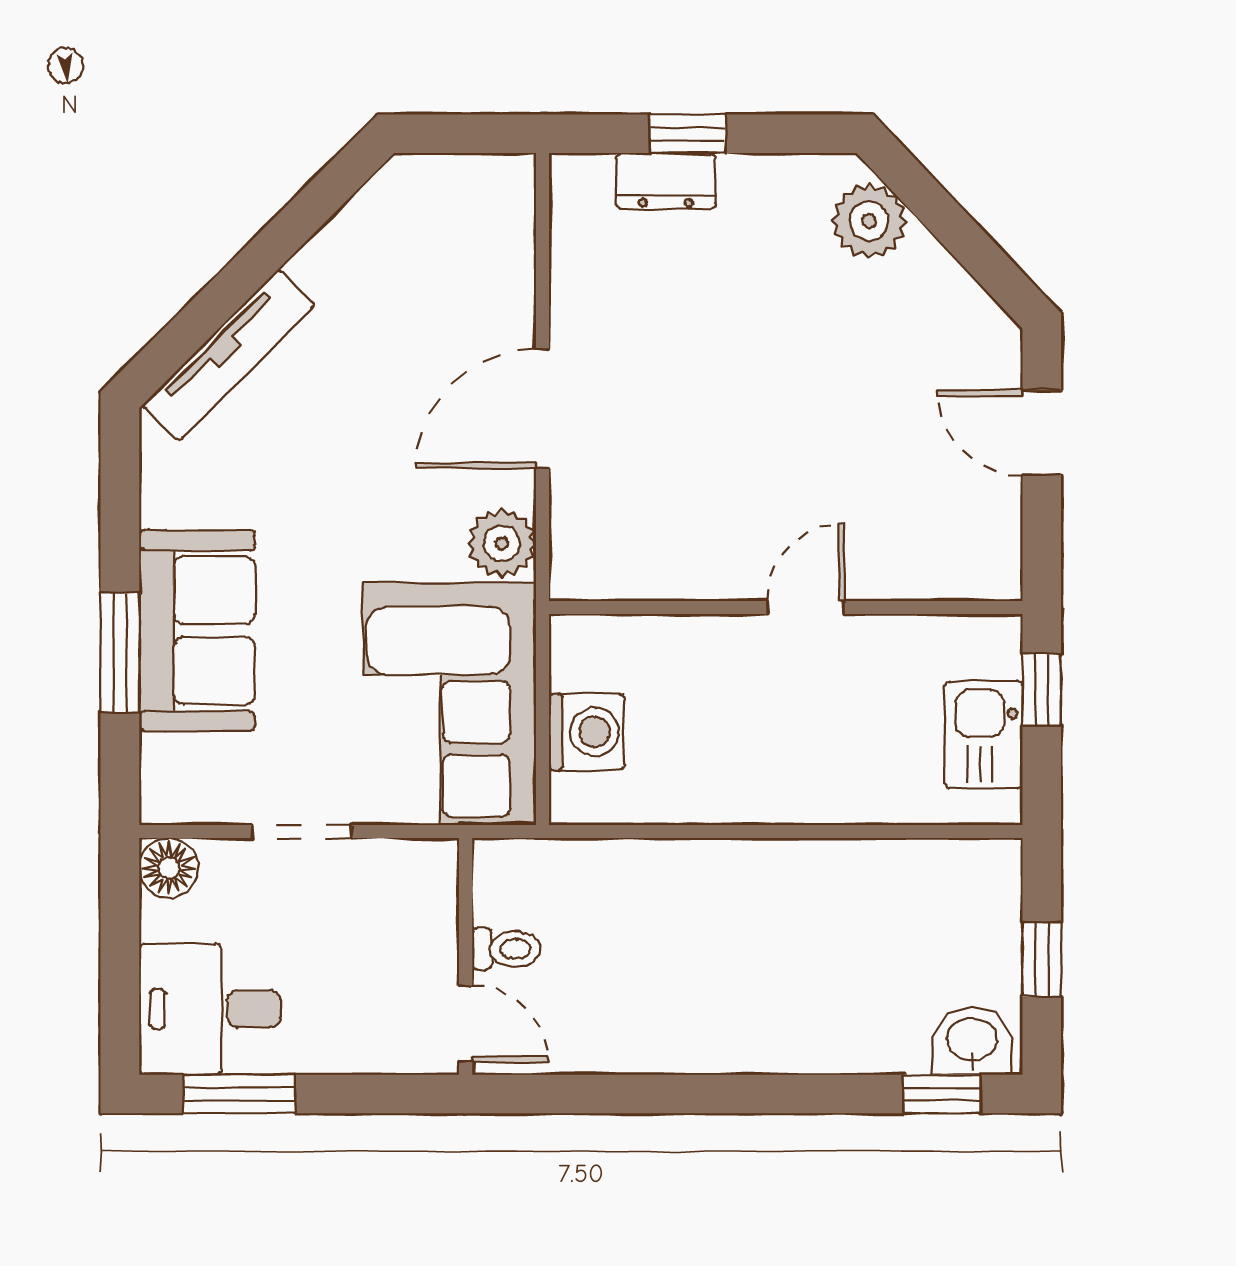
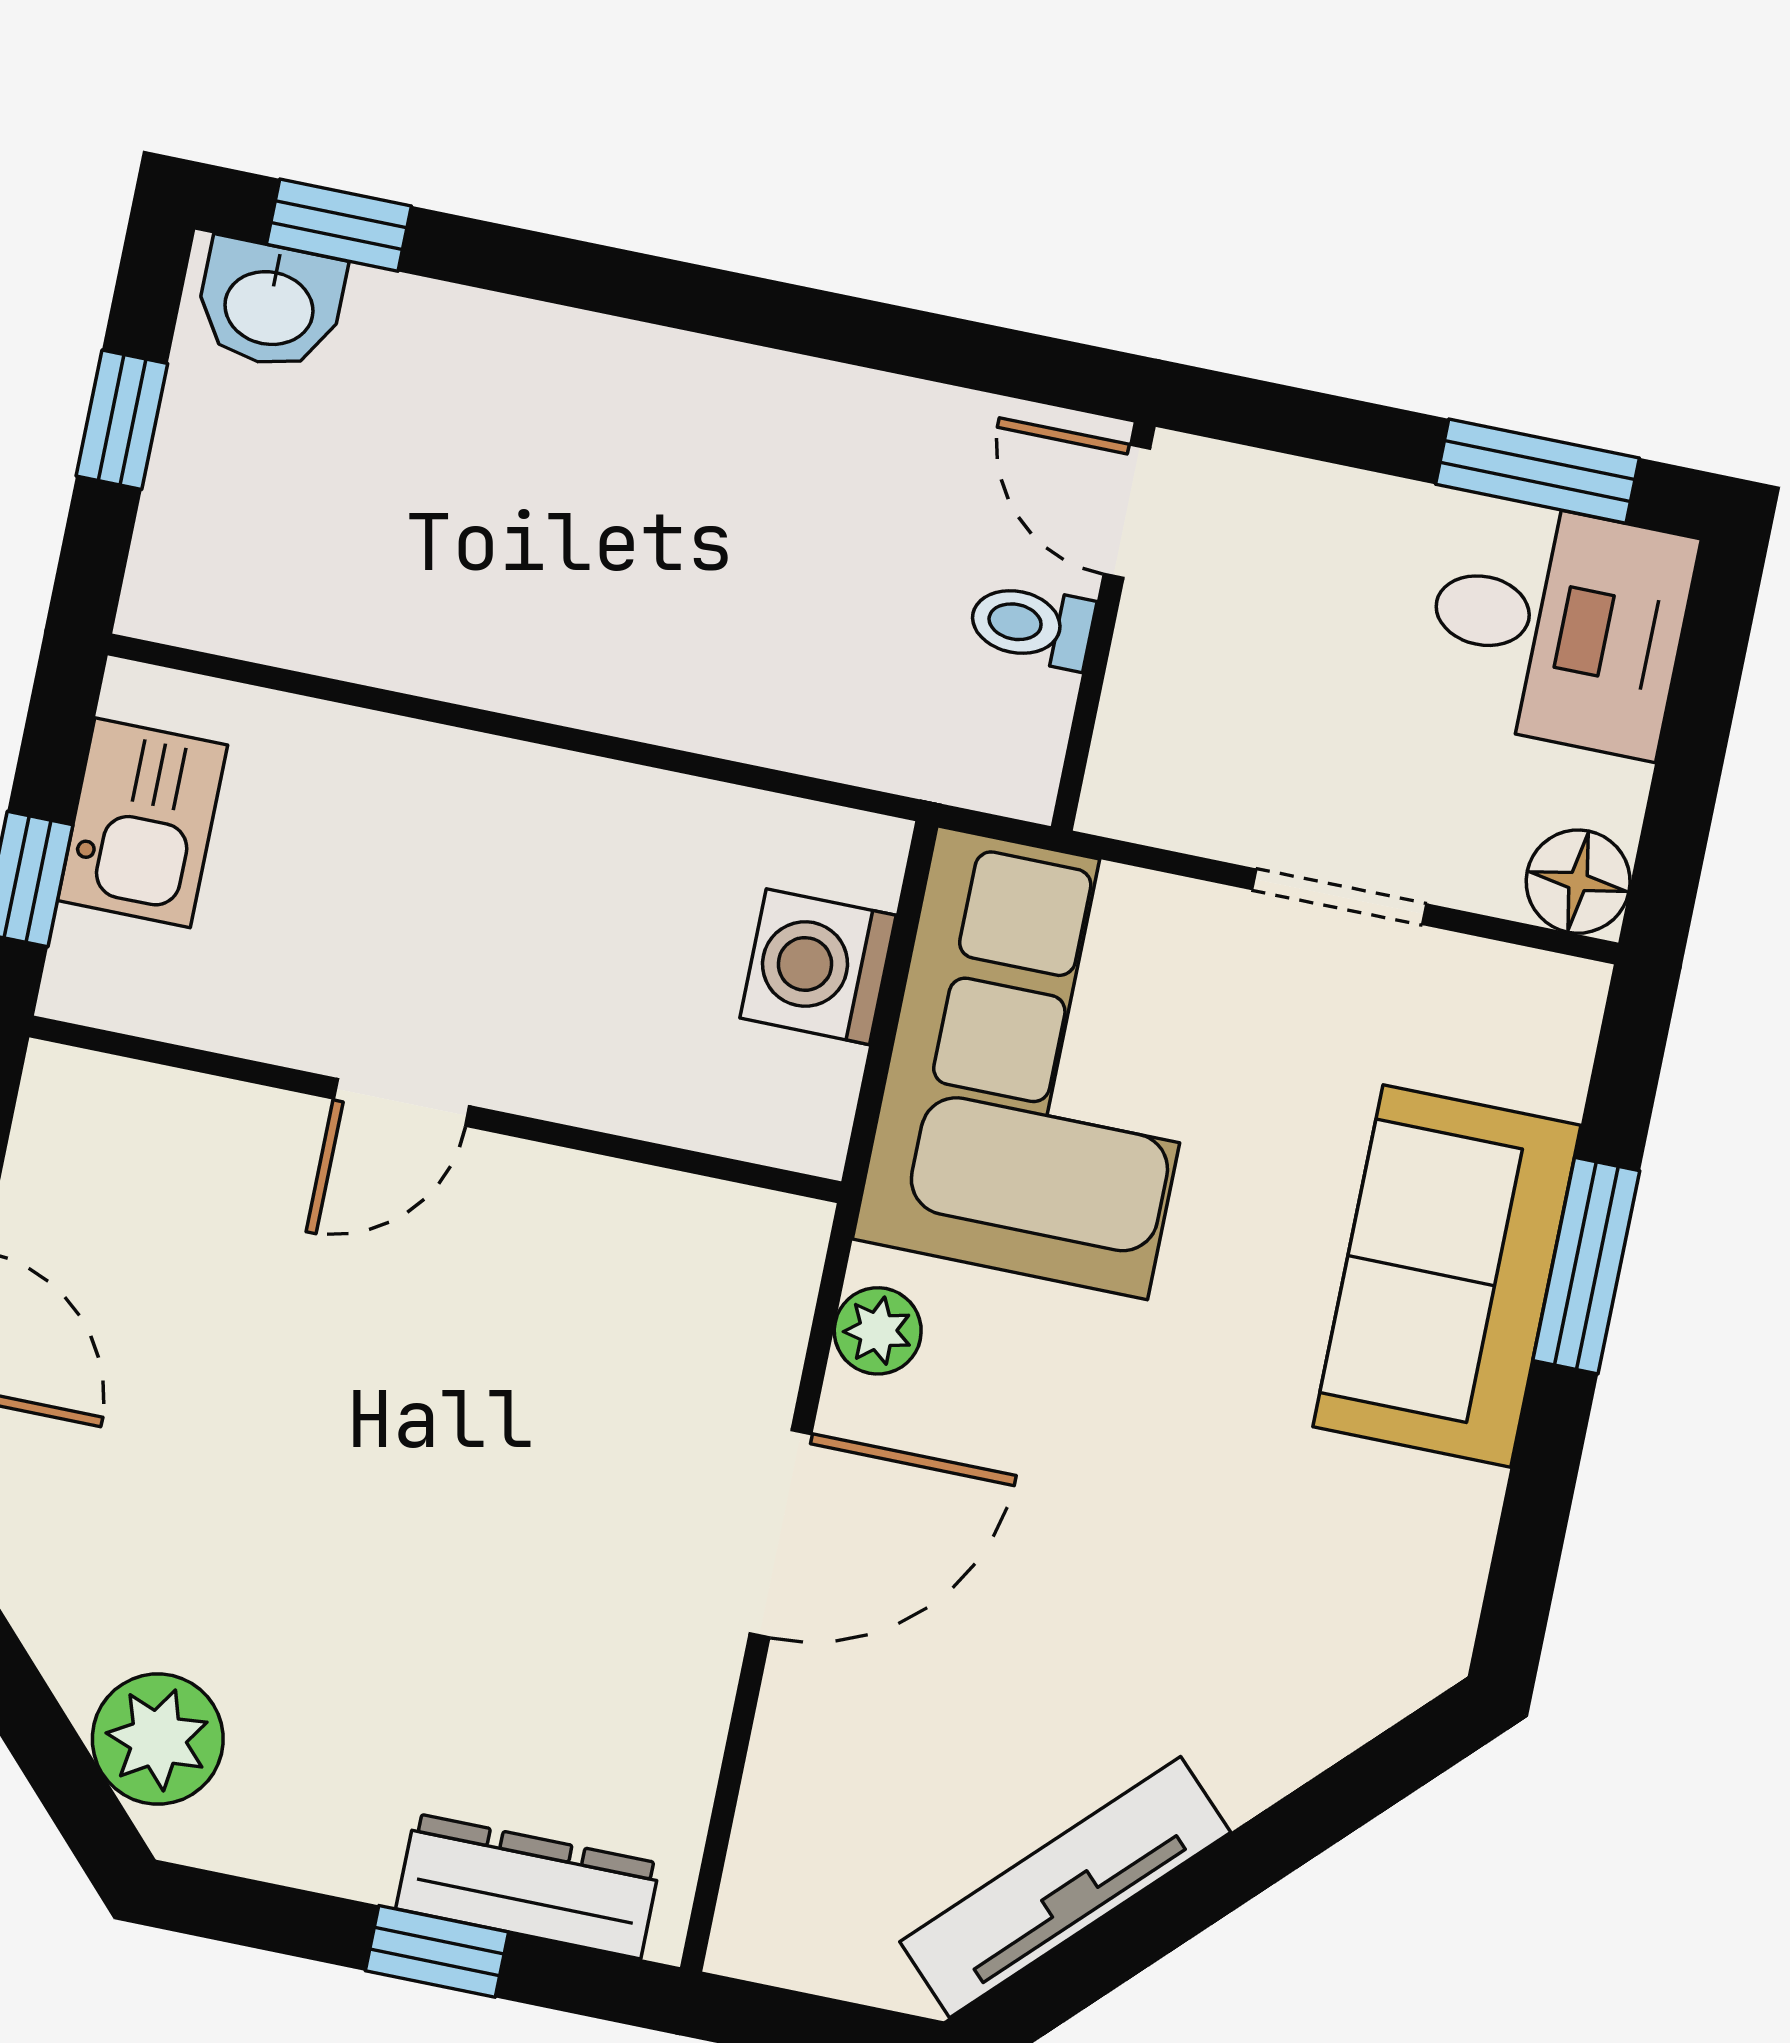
dresser: (666, 181) -> (528, 1886), width x1.44
tv unit: (229, 355) -> (1065, 1887), moved
plant: (502, 543) -> (878, 1331), width x0.73, depth x0.73

